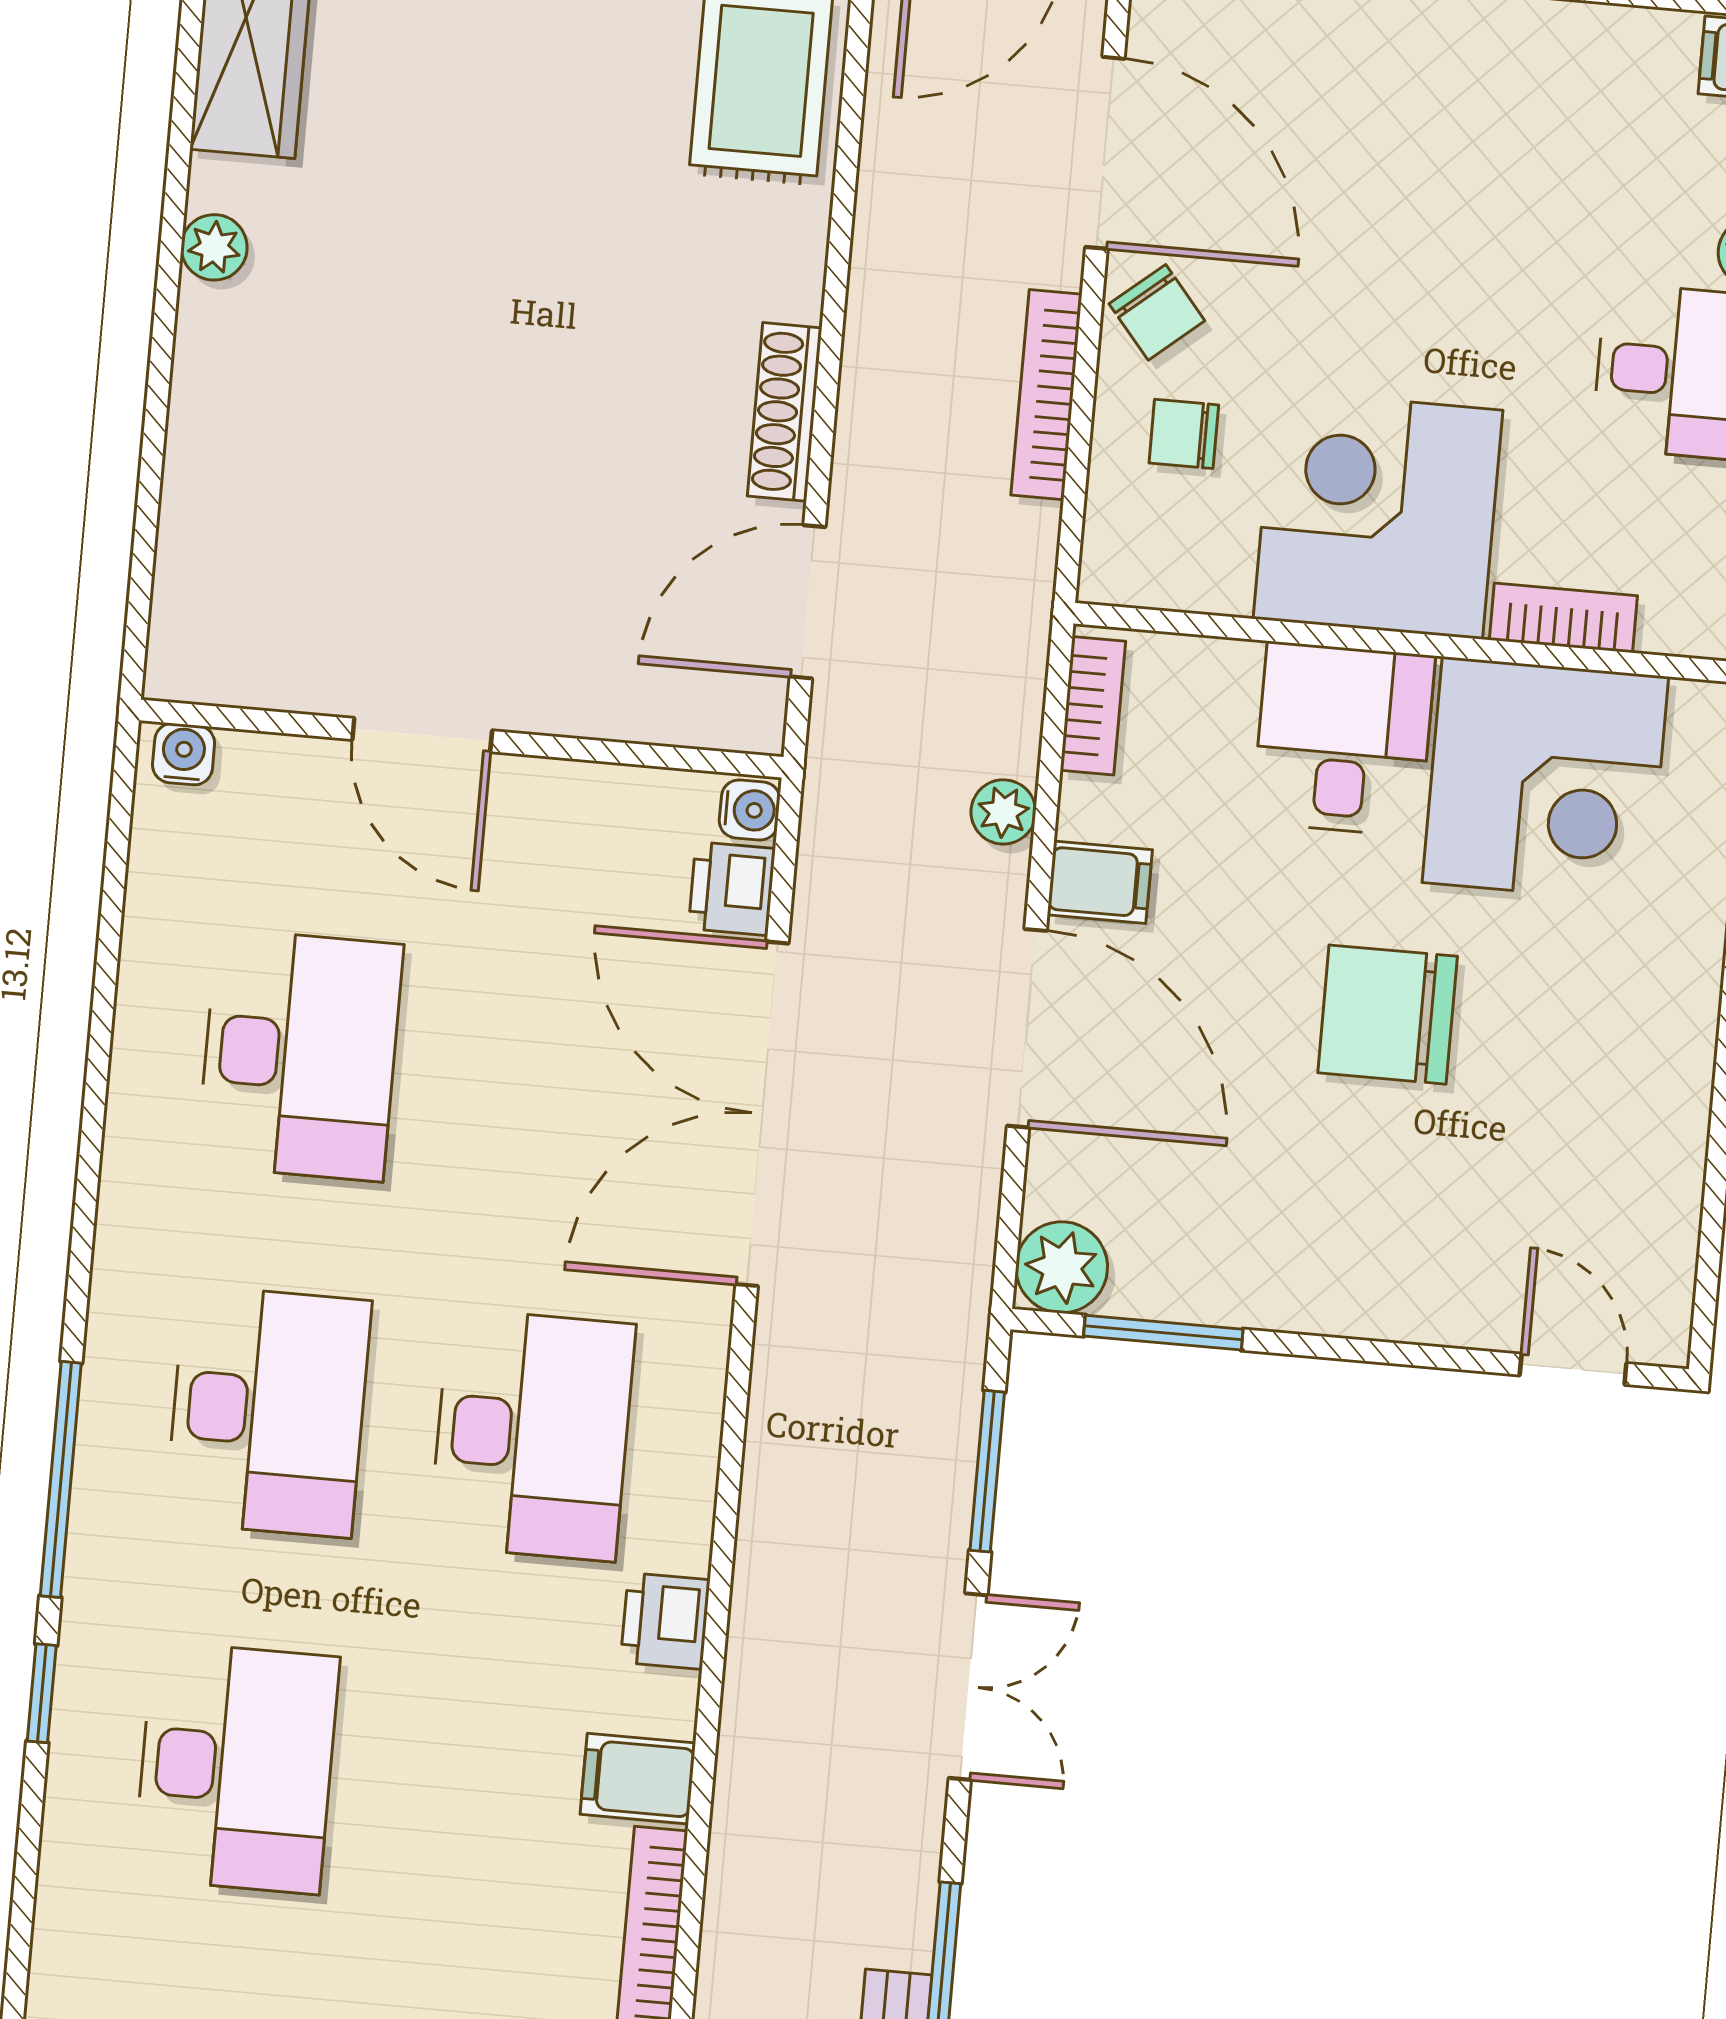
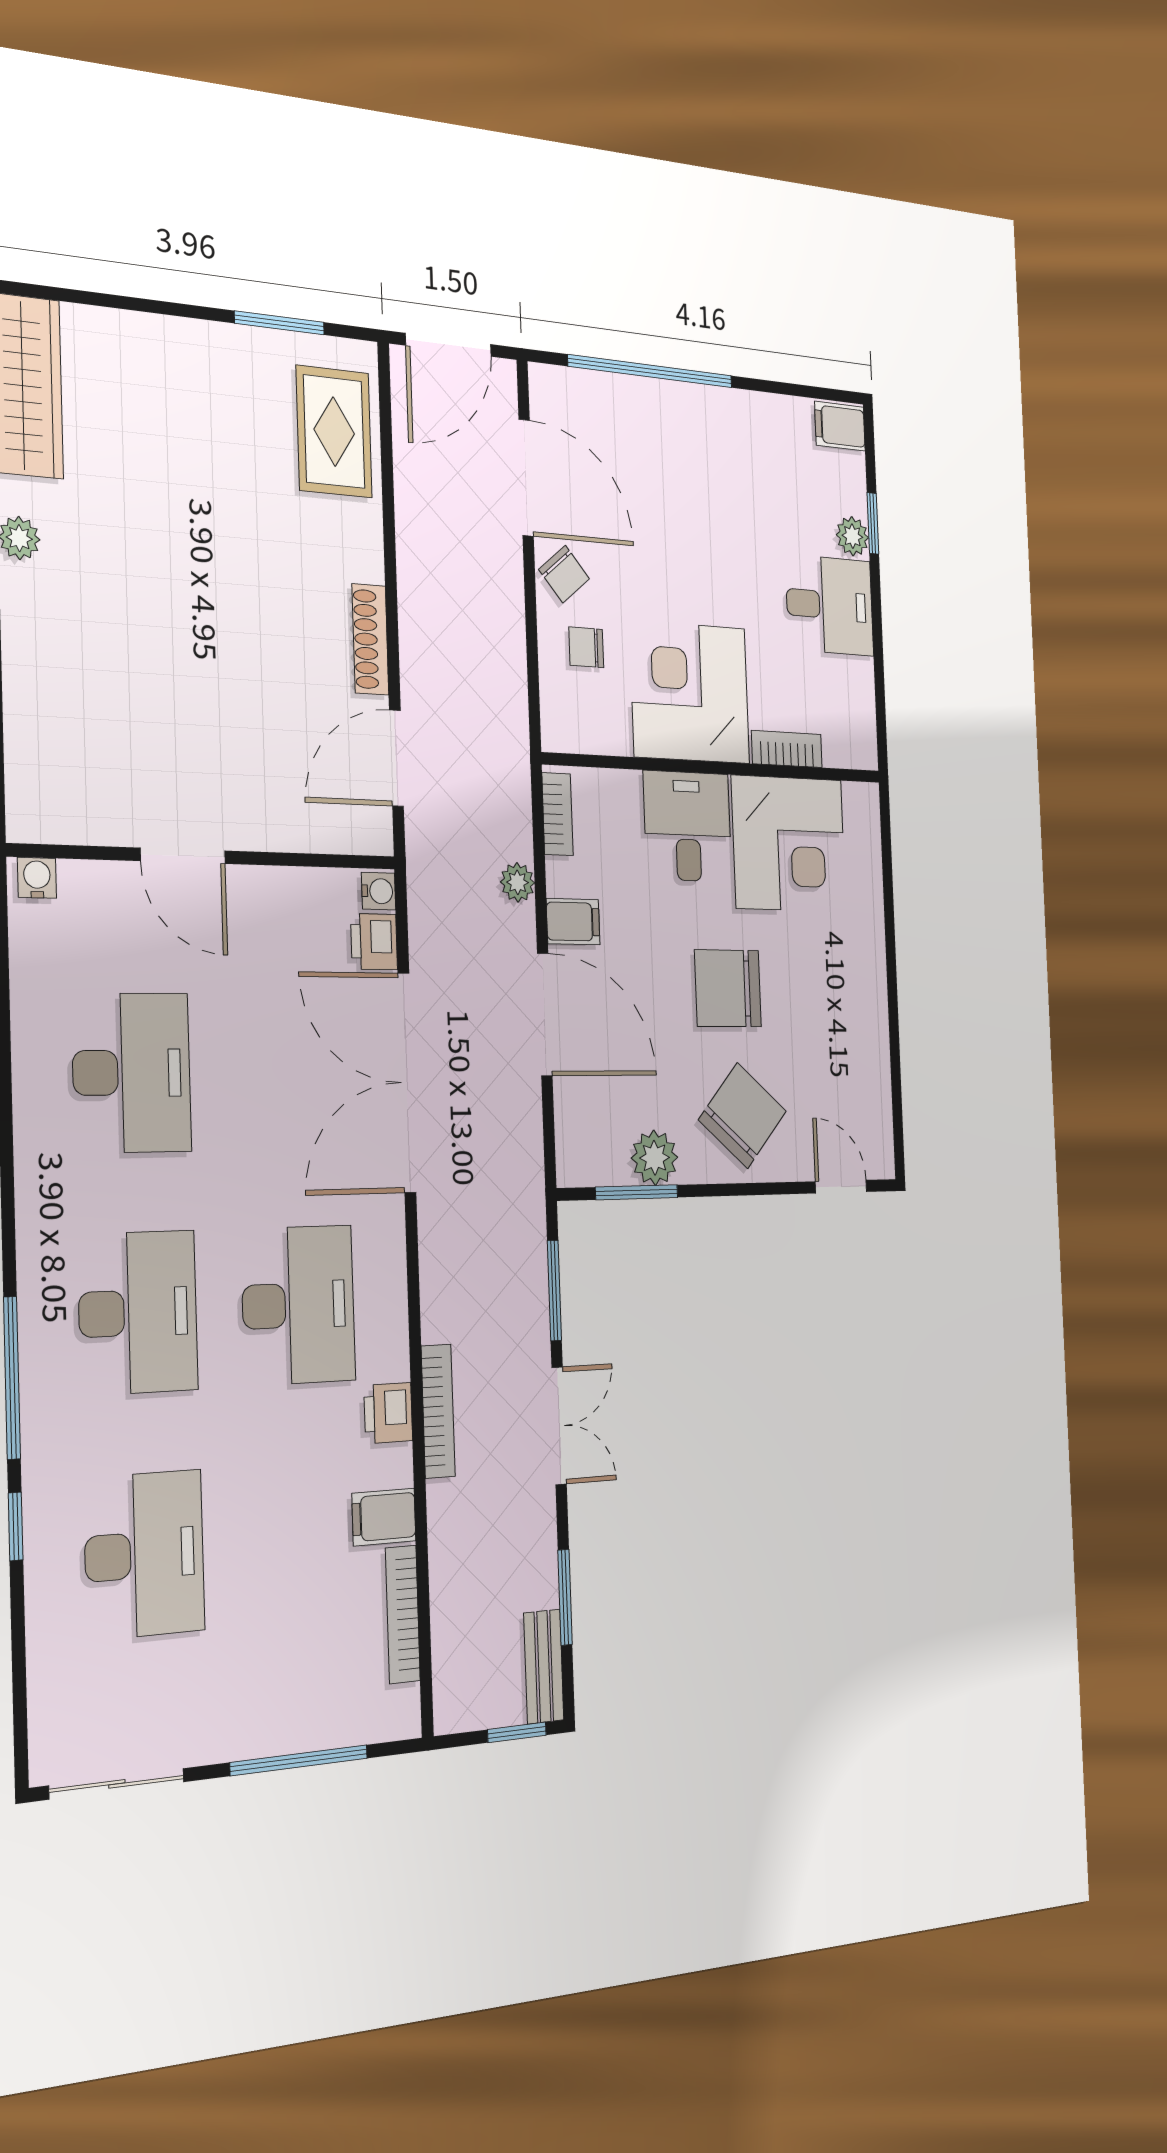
bookcase: (1047, 395) -> (438, 1411), moved, turned 180
chair: (1388, 1229) -> (742, 1116), added
plant: (1062, 1267) -> (655, 1158), moved

